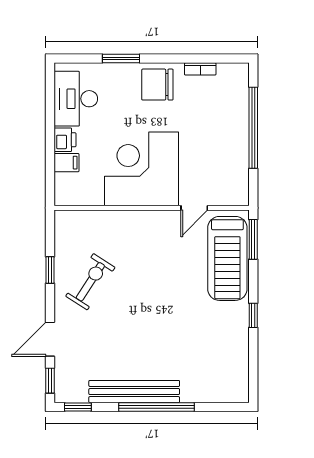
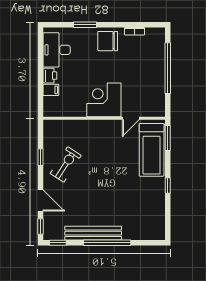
corner desk: (141, 169) -> (104, 100), width x0.74, depth x0.74
door: (50, 339) -> (40, 200), swing flipped

